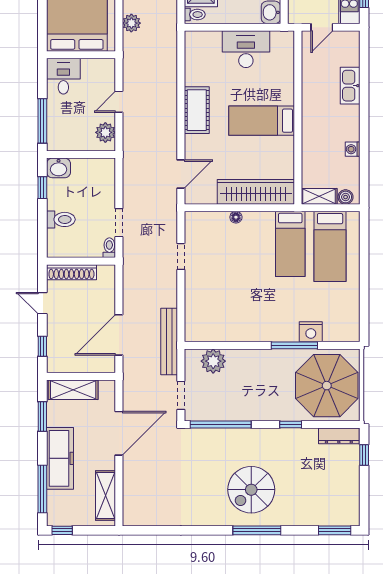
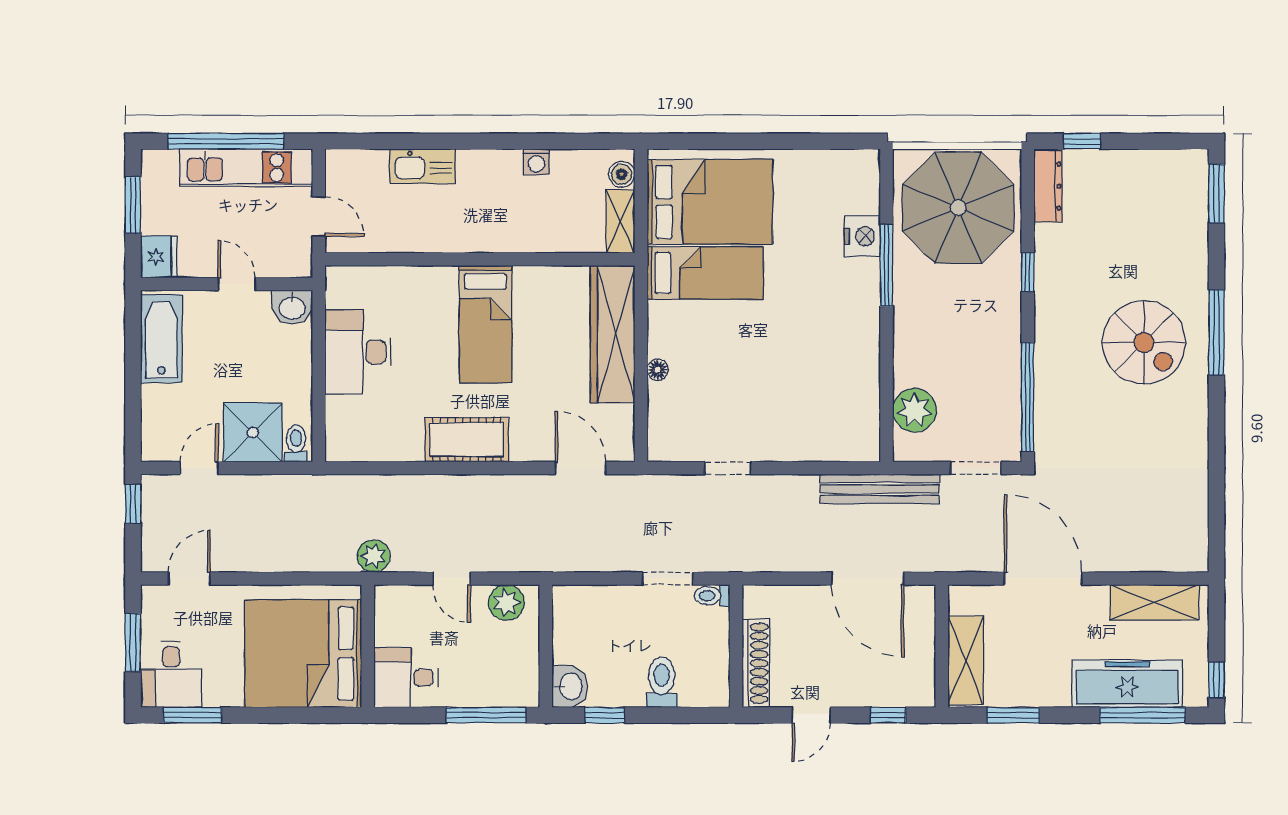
plant: (131, 23) -> (374, 556), moved
bed: (330, 246) -> (710, 202), width x1.50
freezer: (60, 458) -> (1127, 684), moved

